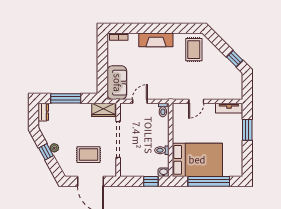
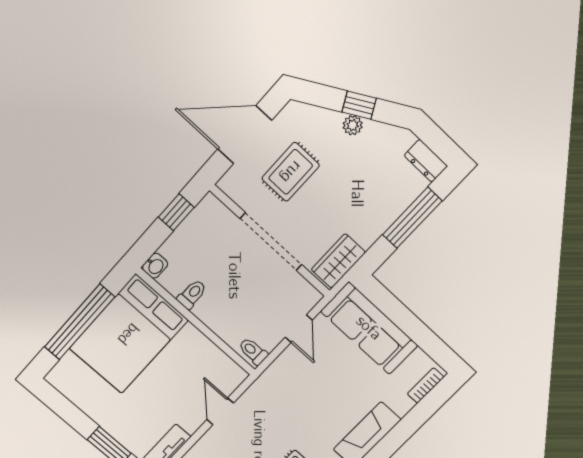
sofa: (117, 83) -> (369, 328), width x1.36
window: (151, 181) -> (176, 212), moved

